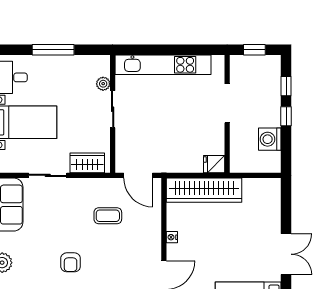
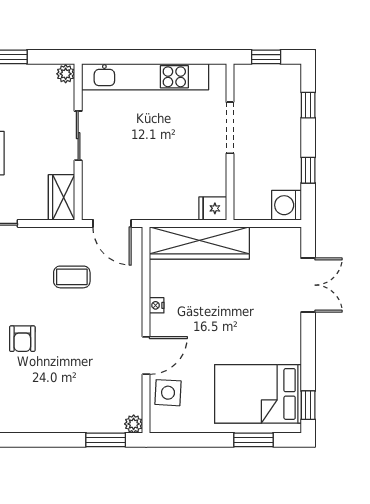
plant: (103, 84) -> (66, 74), moved
window: (286, 116) -> (308, 170), moved
washing machine: (270, 139) -> (287, 205), moved
wardrobe: (87, 163) -> (62, 197), moved, turned -90
double door: (286, 254) -> (308, 285), moved

